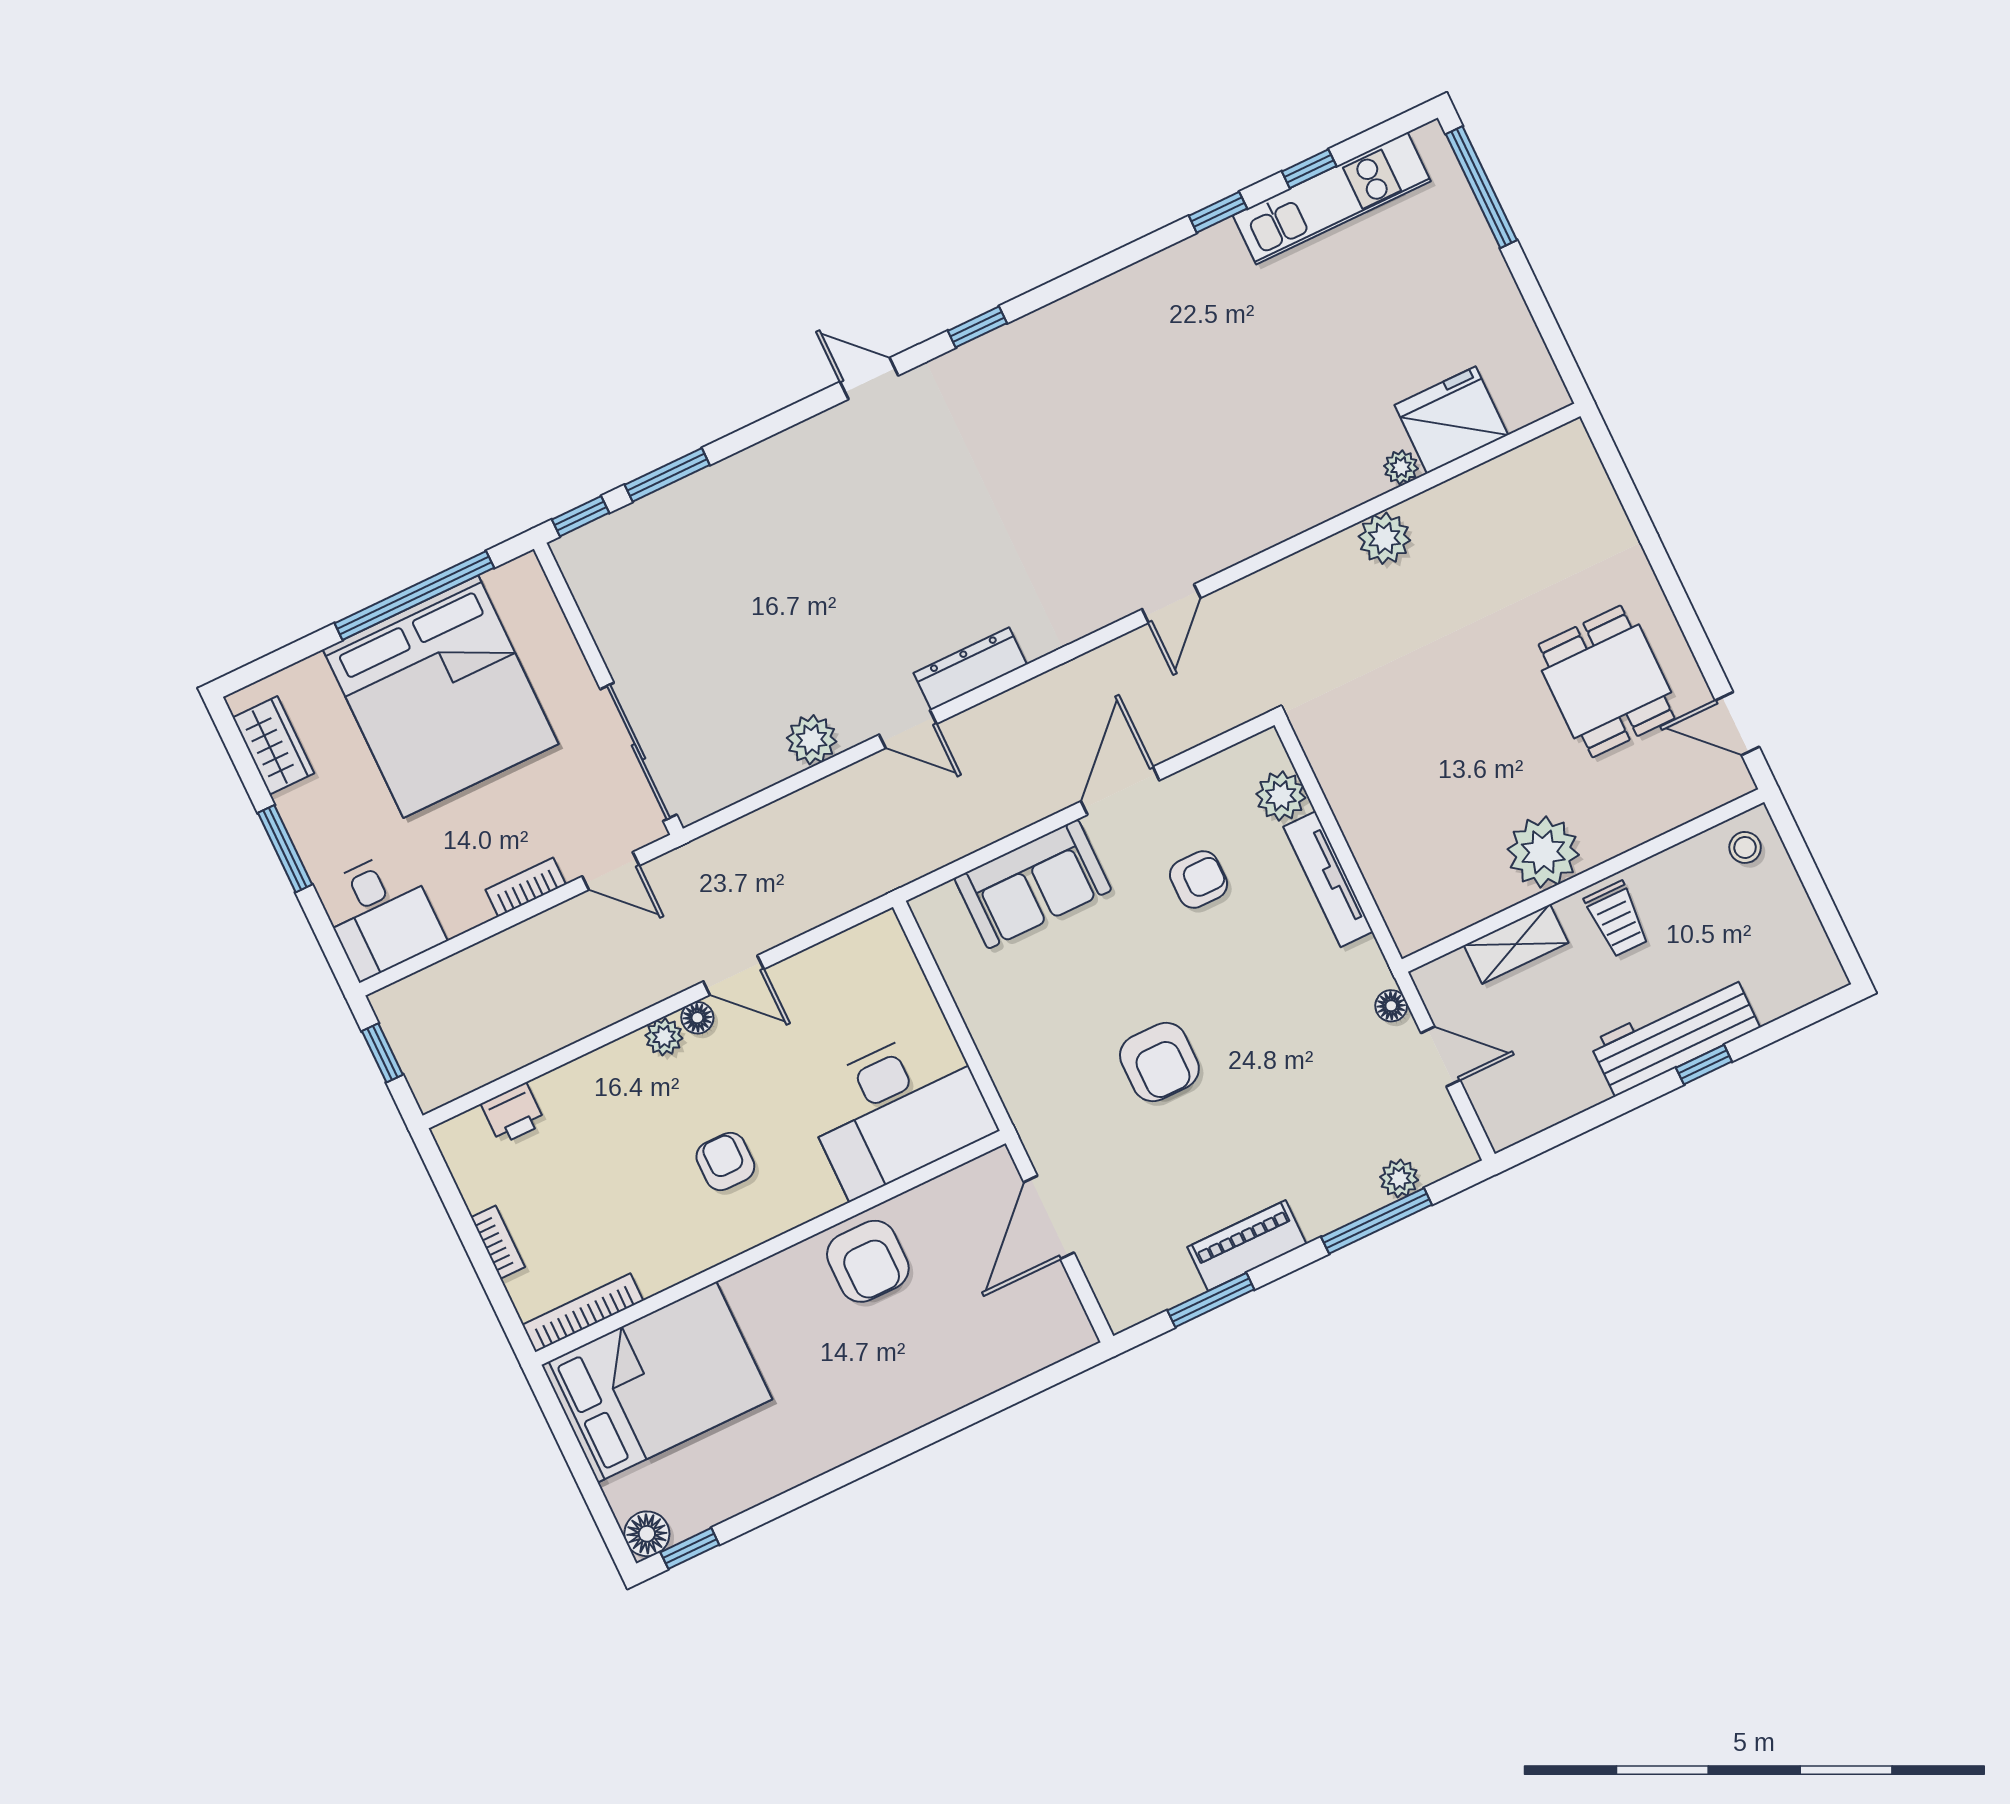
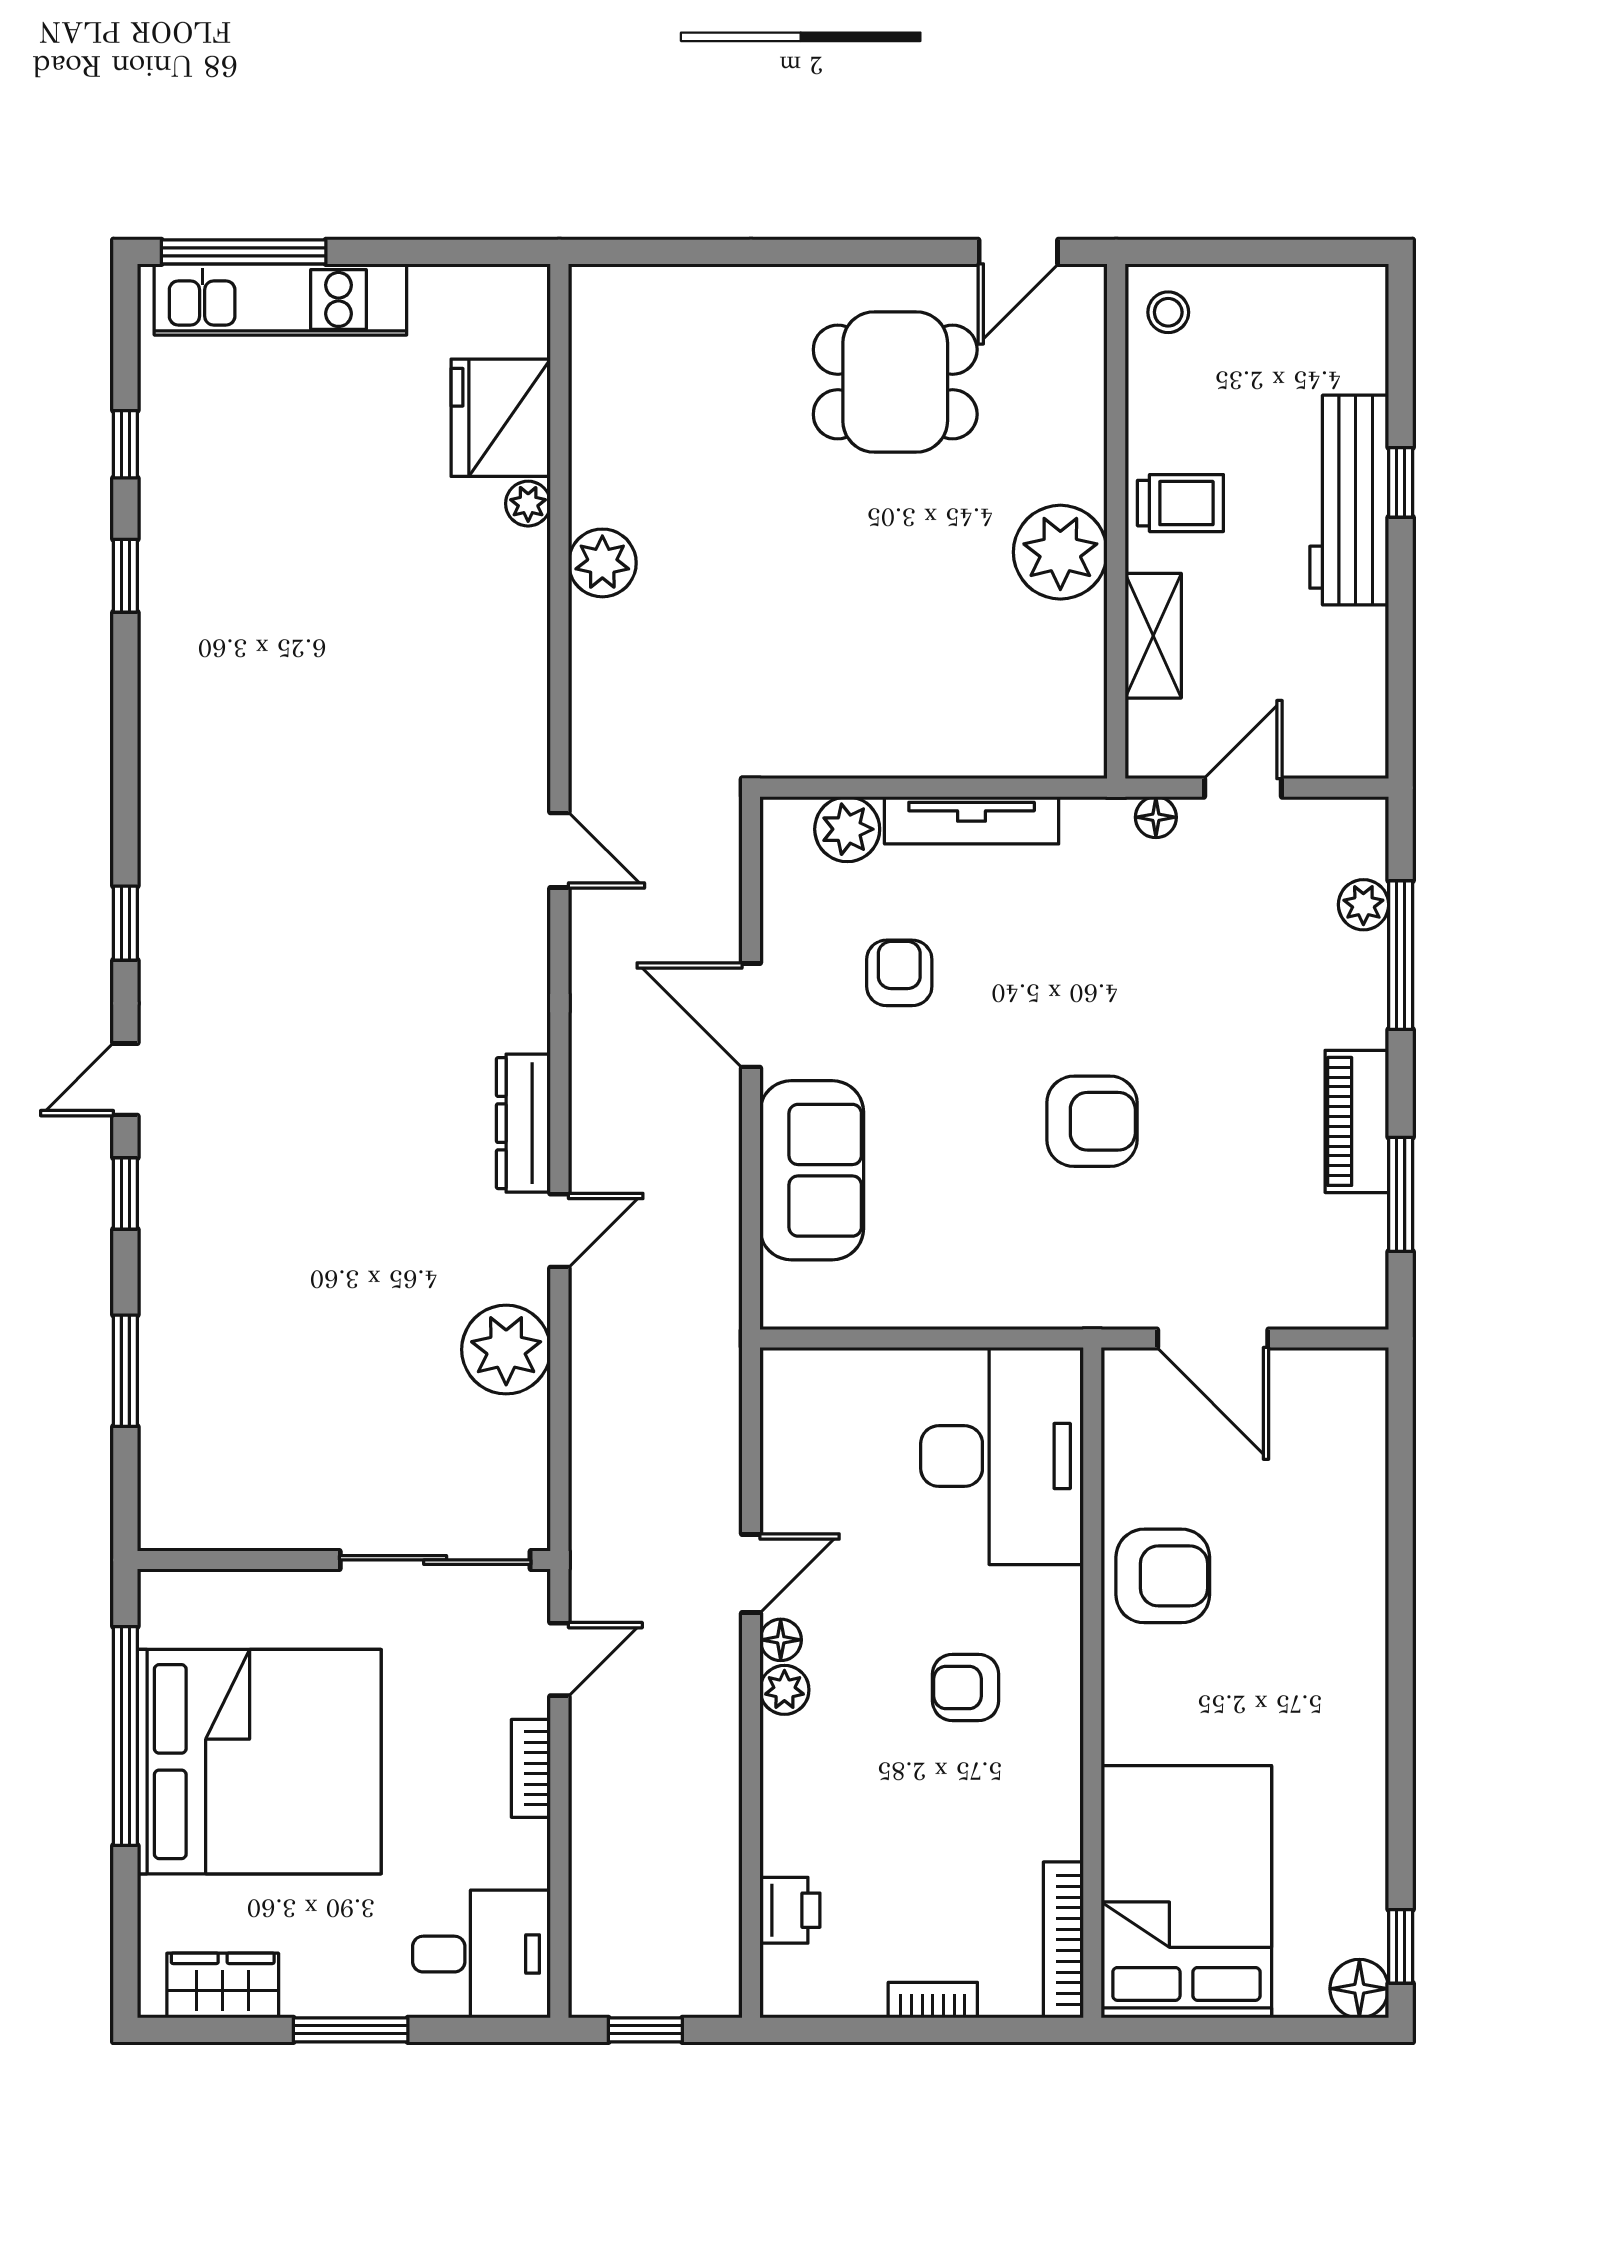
kitchen unit: (1332, 198) -> (280, 299), moved, turned 90
window: (581, 516) -> (125, 1194), moved
plant: (812, 740) -> (506, 1350), width x1.36, depth x1.36

